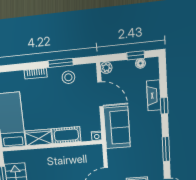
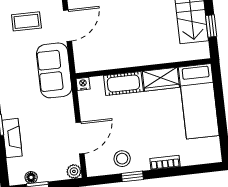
window: (61, 63) -> (132, 176), width x0.67
door: (100, 94) -> (80, 138), swing flipped
sofa: (117, 128) -> (54, 70), moved

